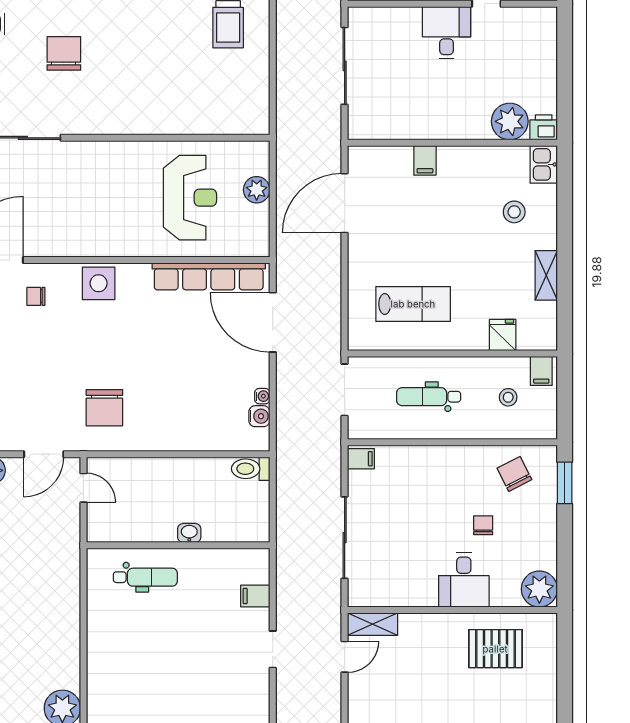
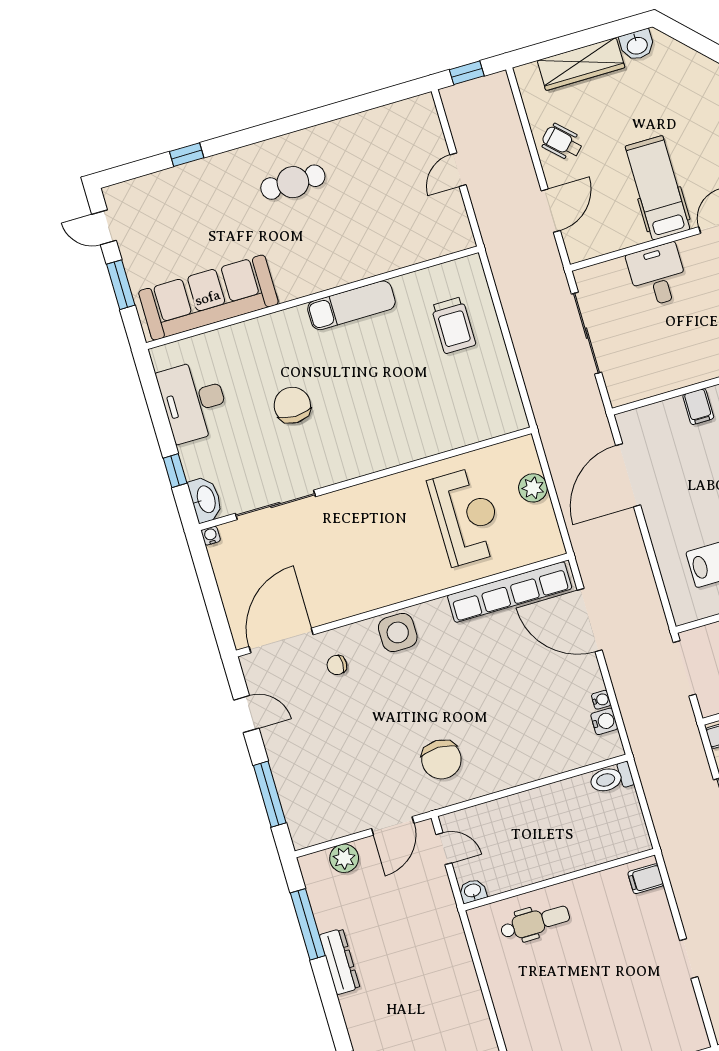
desk: (447, 33) -> (658, 275), moved
washbasin: (189, 533) -> (473, 891), moved
filing cabinet: (255, 596) -> (646, 879), moved

